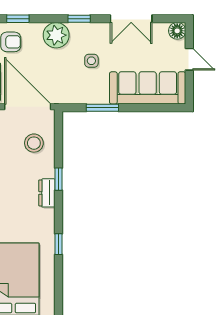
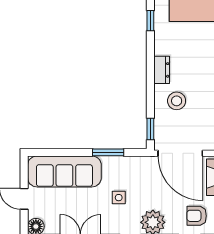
stool: (34, 143) -> (177, 101), moved
window: (59, 179) -> (150, 129), moved

